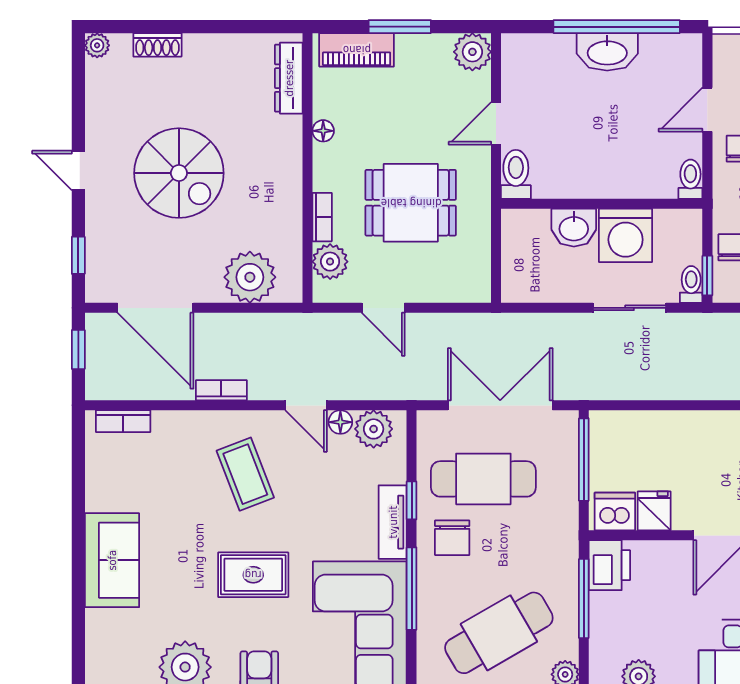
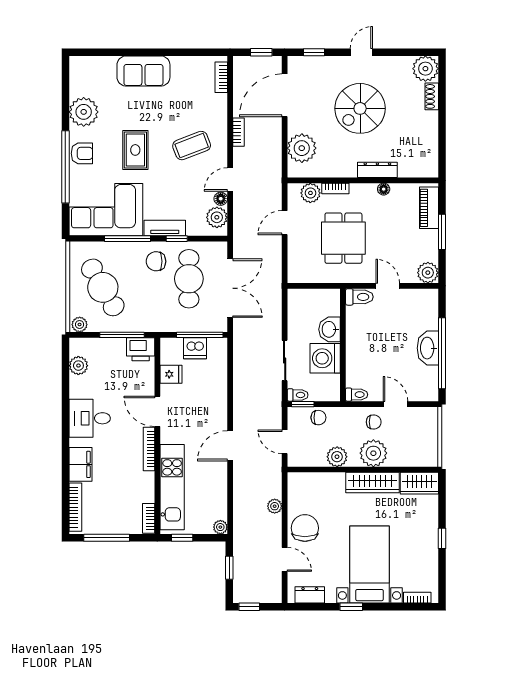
plant: (97, 45) -> (425, 69), width x1.87, depth x1.87
dresser: (289, 78) -> (377, 170), moved
dishwasher: (615, 512) -> (195, 348), moved, turned 90

